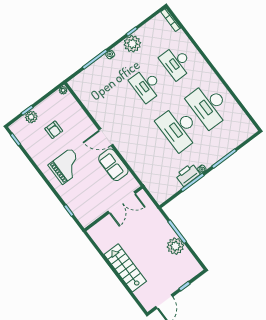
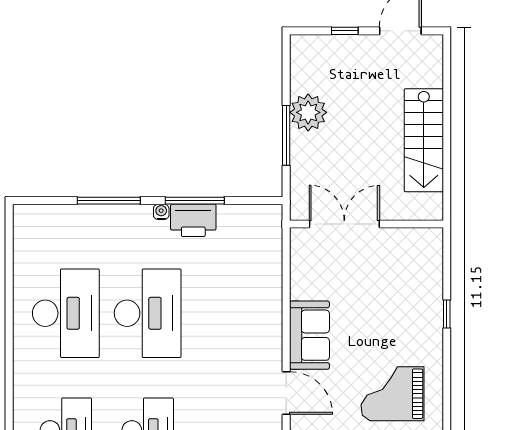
double door: (122, 202) -> (344, 224), moved
wall: (114, 208) -> (366, 224), moved

